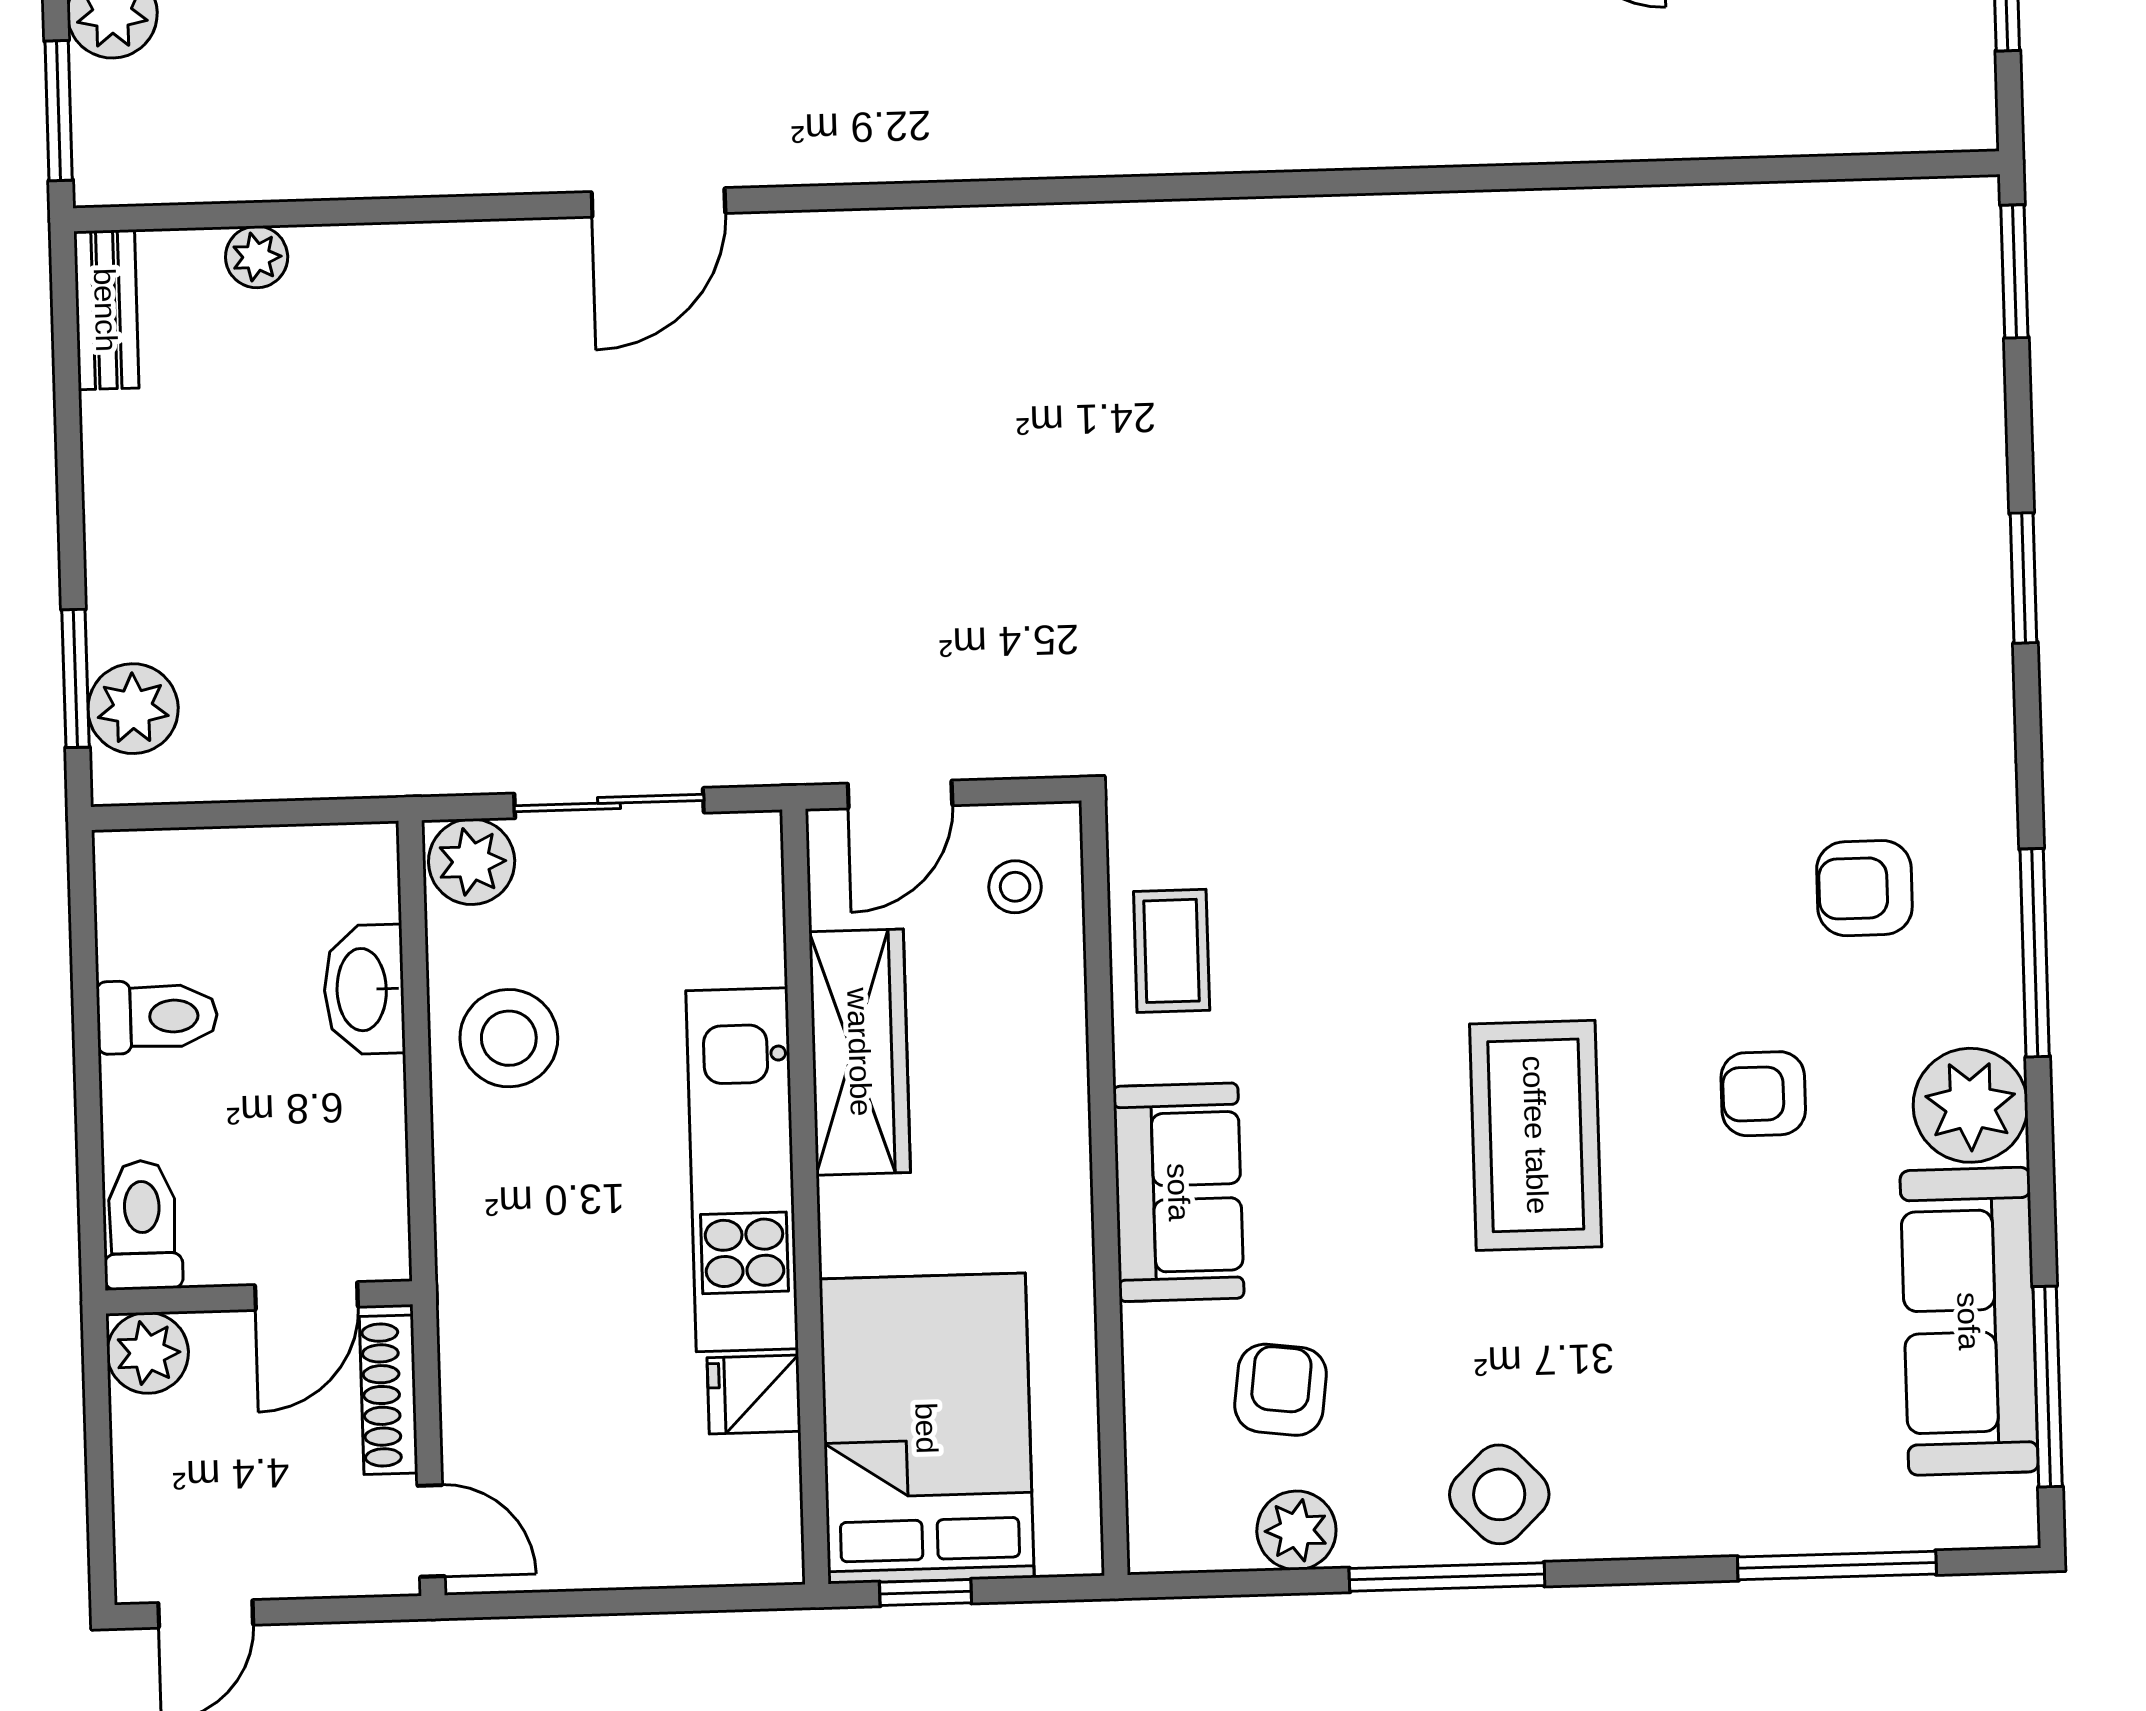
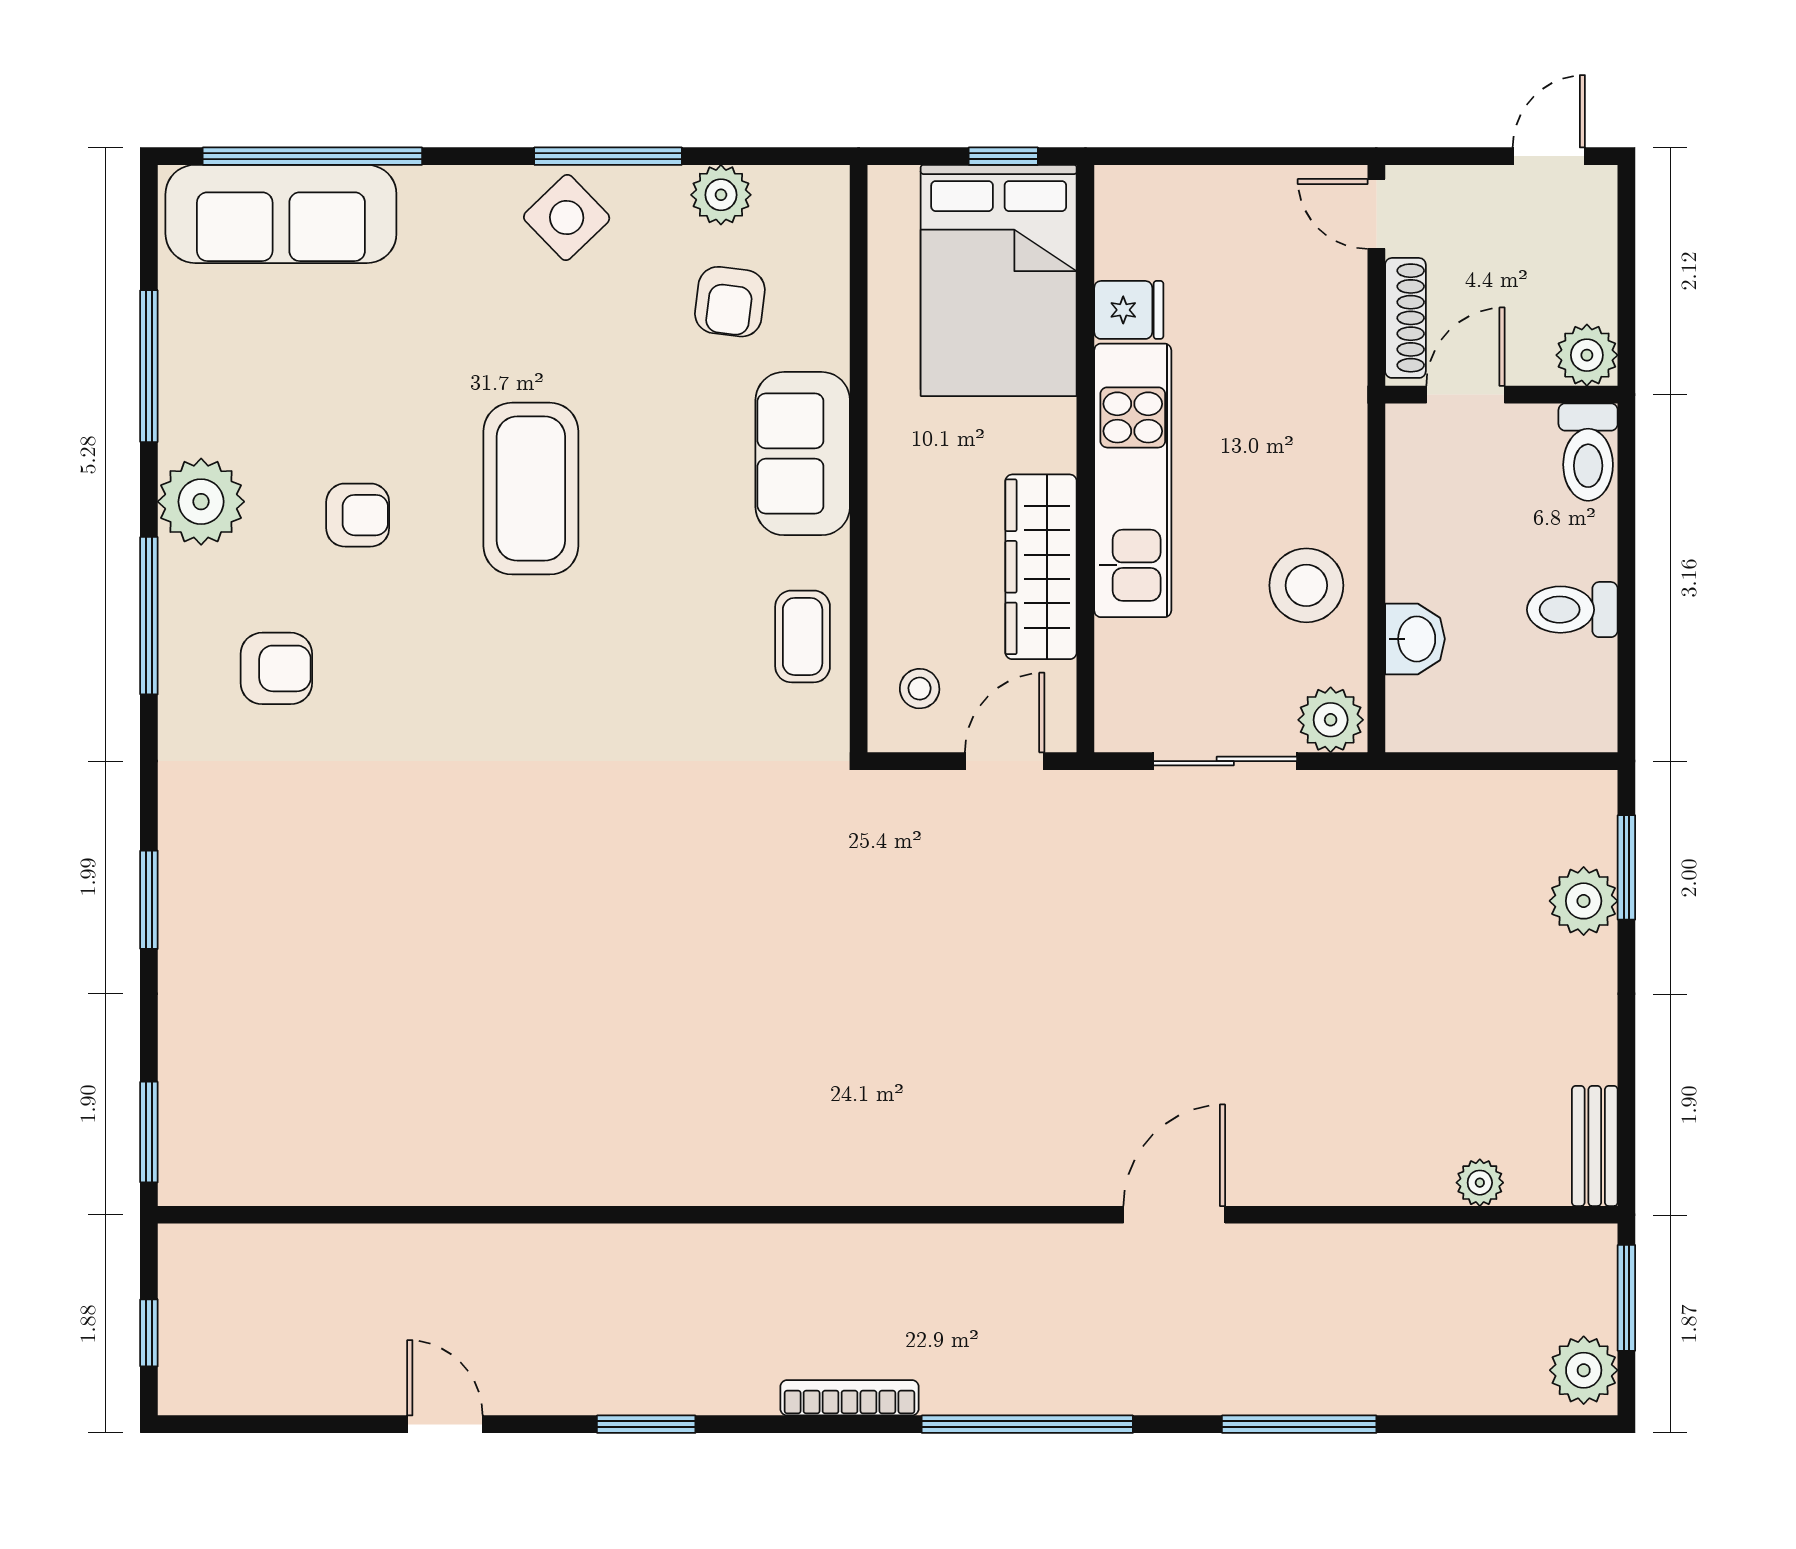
plant: (133, 709) -> (1584, 901), moved
washbasin: (364, 989) -> (1415, 639), width x0.72
sofa: (1969, 1321) -> (281, 214), moved, turned 90
window: (2048, 1387) -> (149, 366), moved
window: (1837, 1565) -> (312, 156), width x1.46

